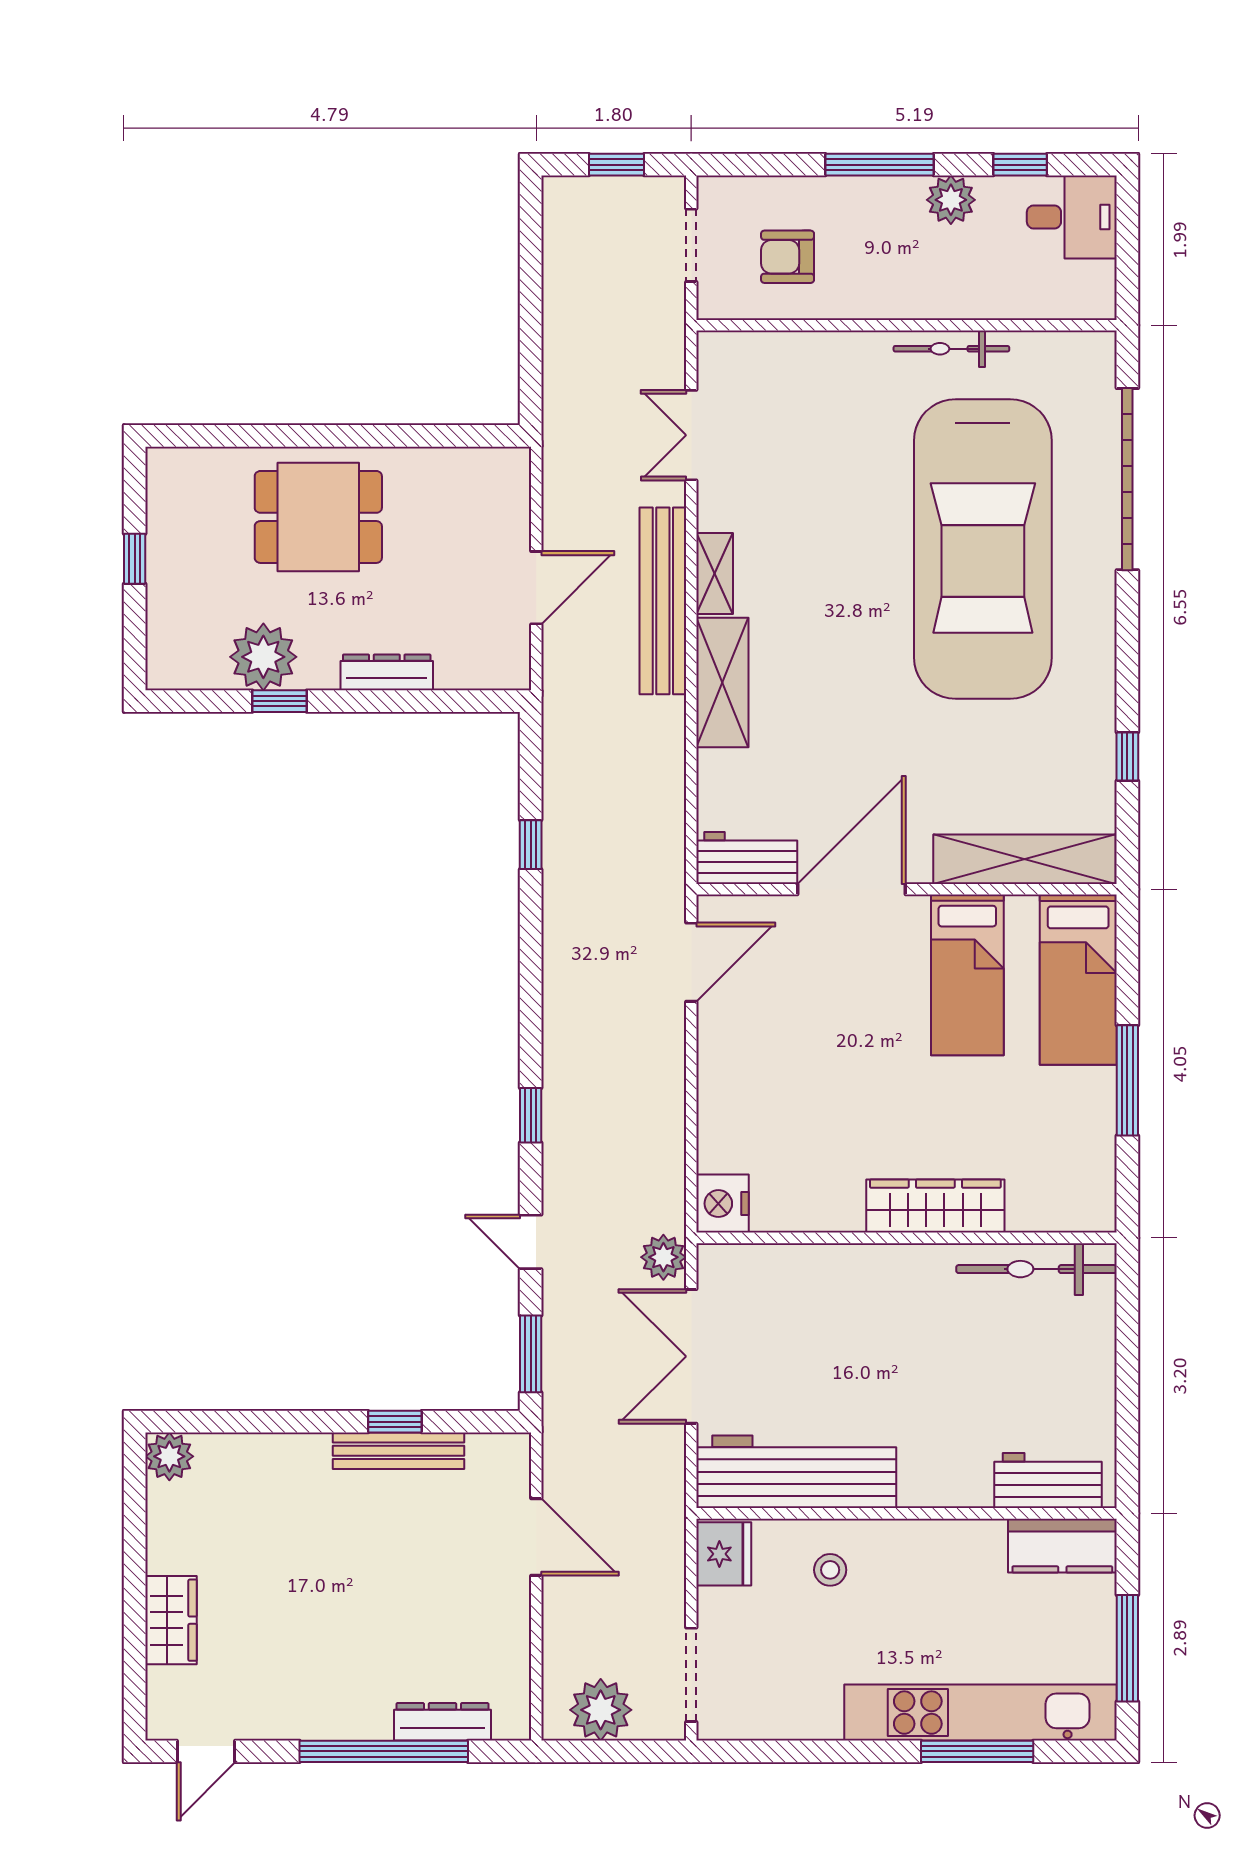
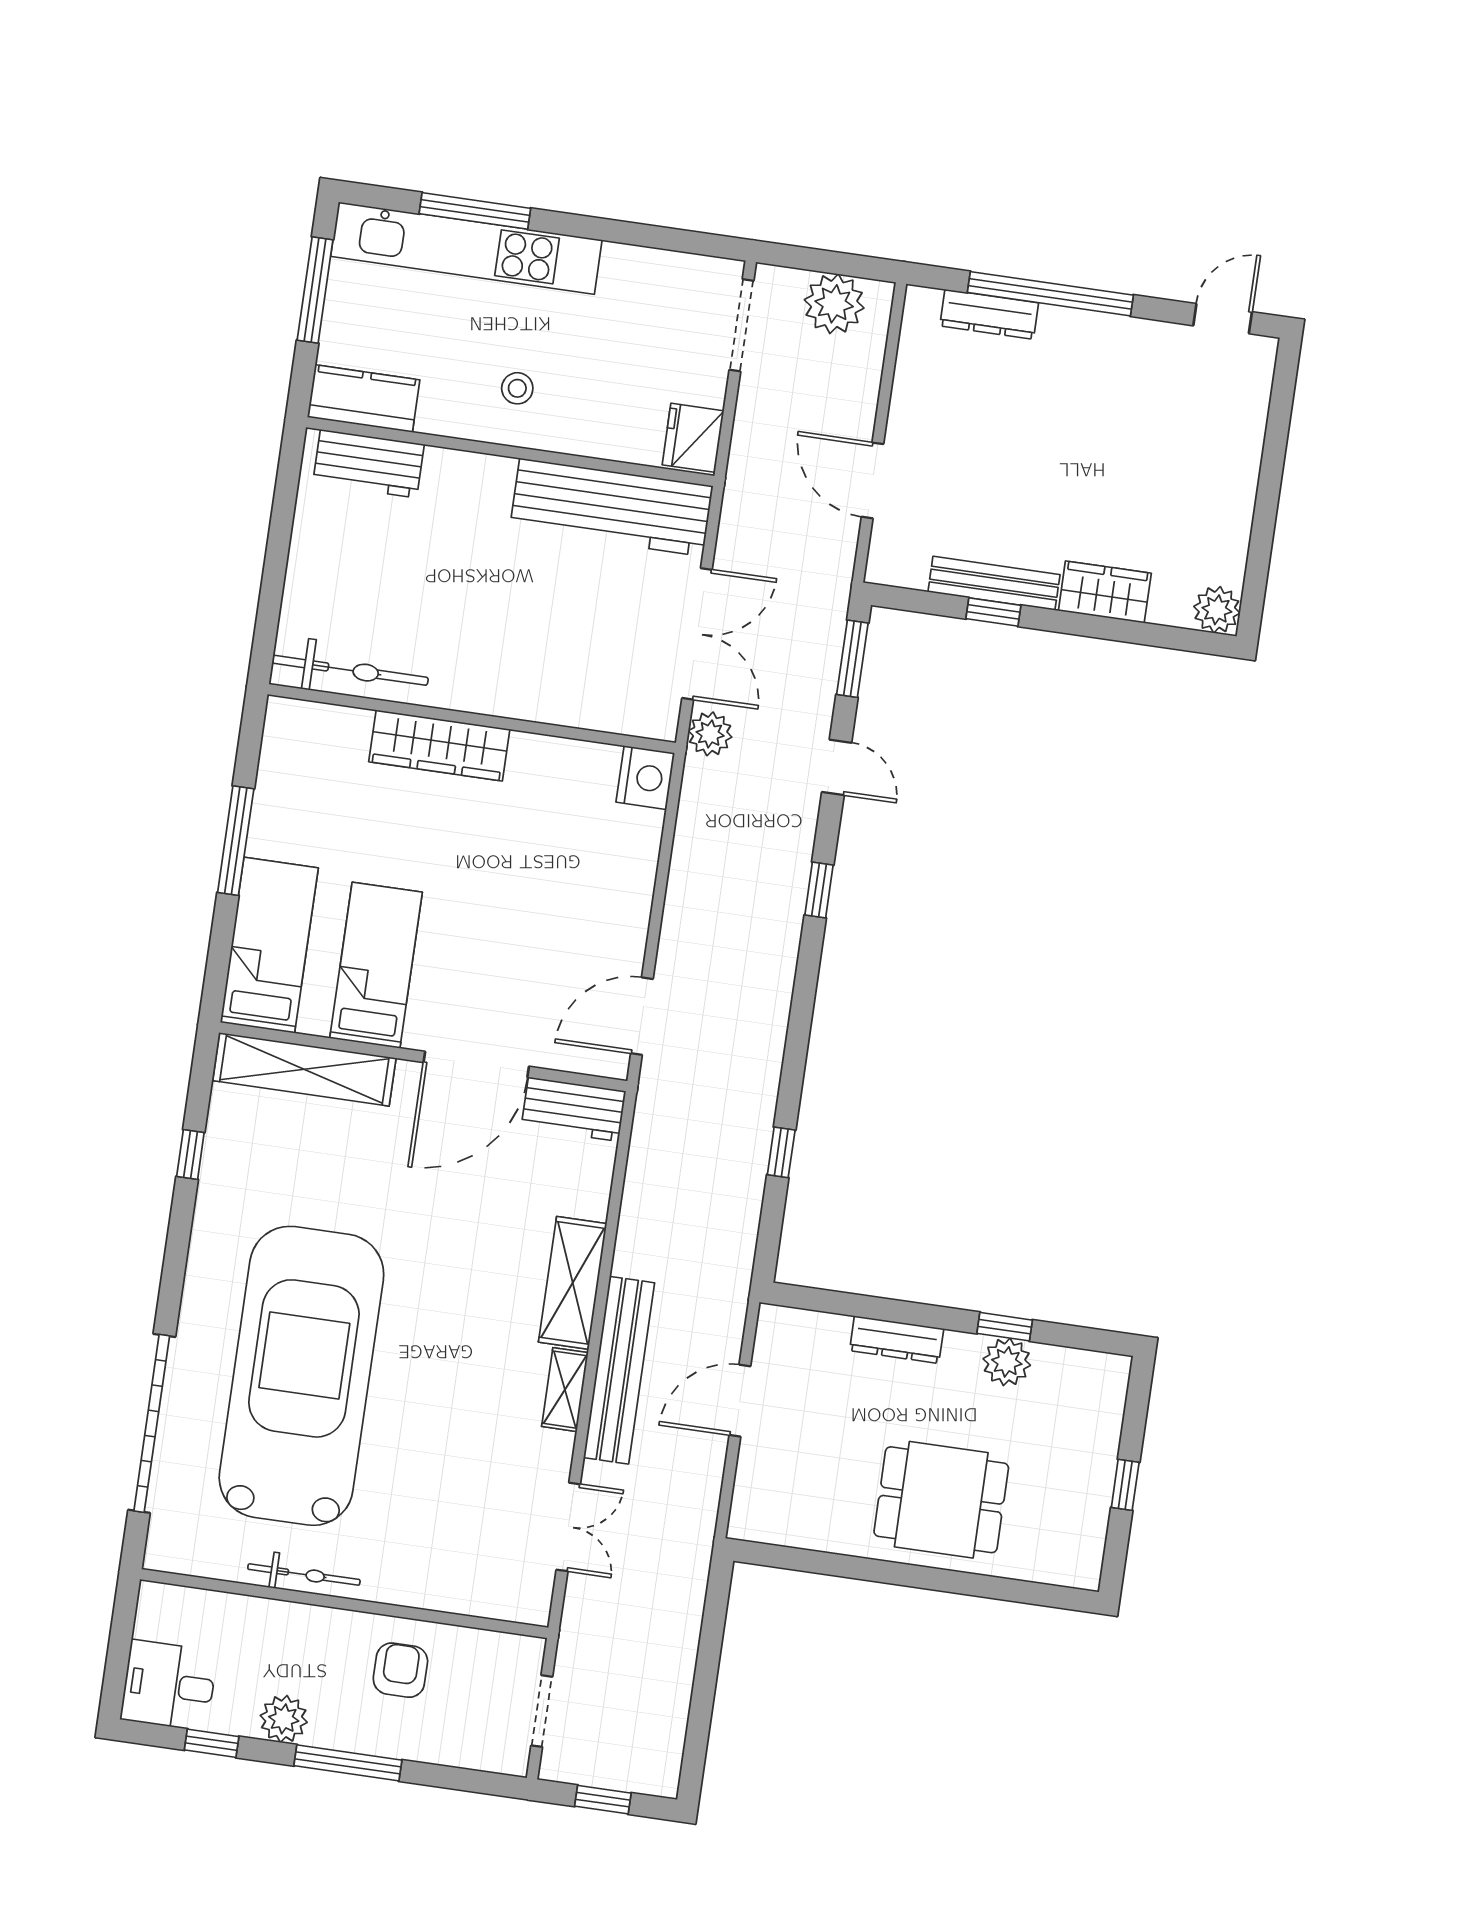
armchair: (788, 257) -> (400, 1670), moved, turned -90
plant: (263, 657) -> (1007, 1362), width x0.73, depth x0.73
stool: (830, 1570) -> (517, 388), moved
wardrobe: (171, 1620) -> (1105, 592), moved, turned 90

